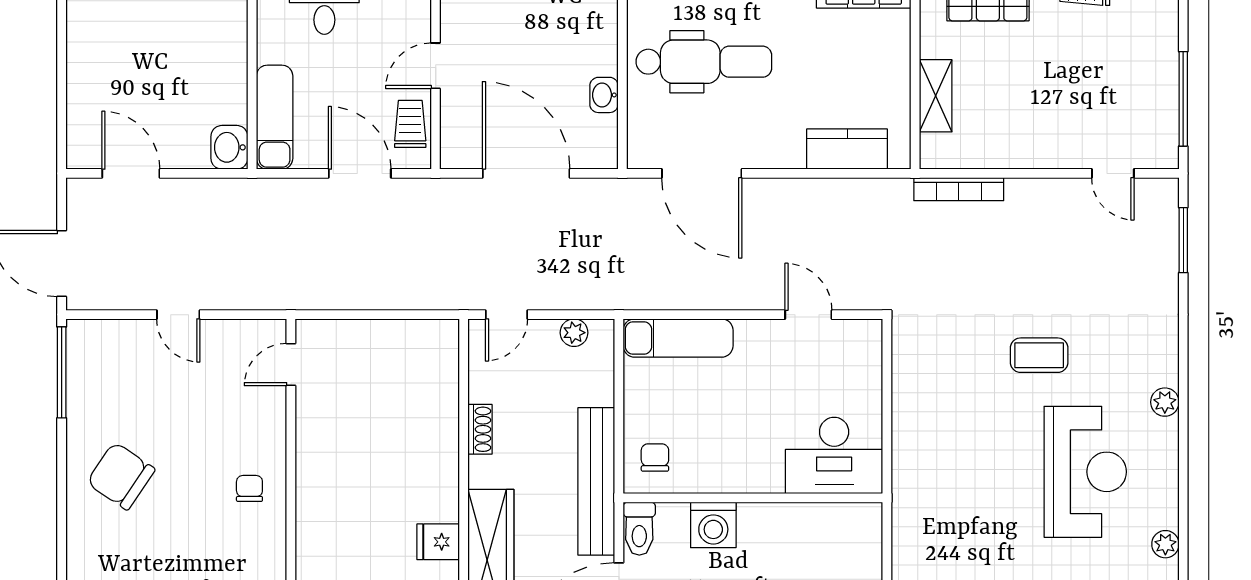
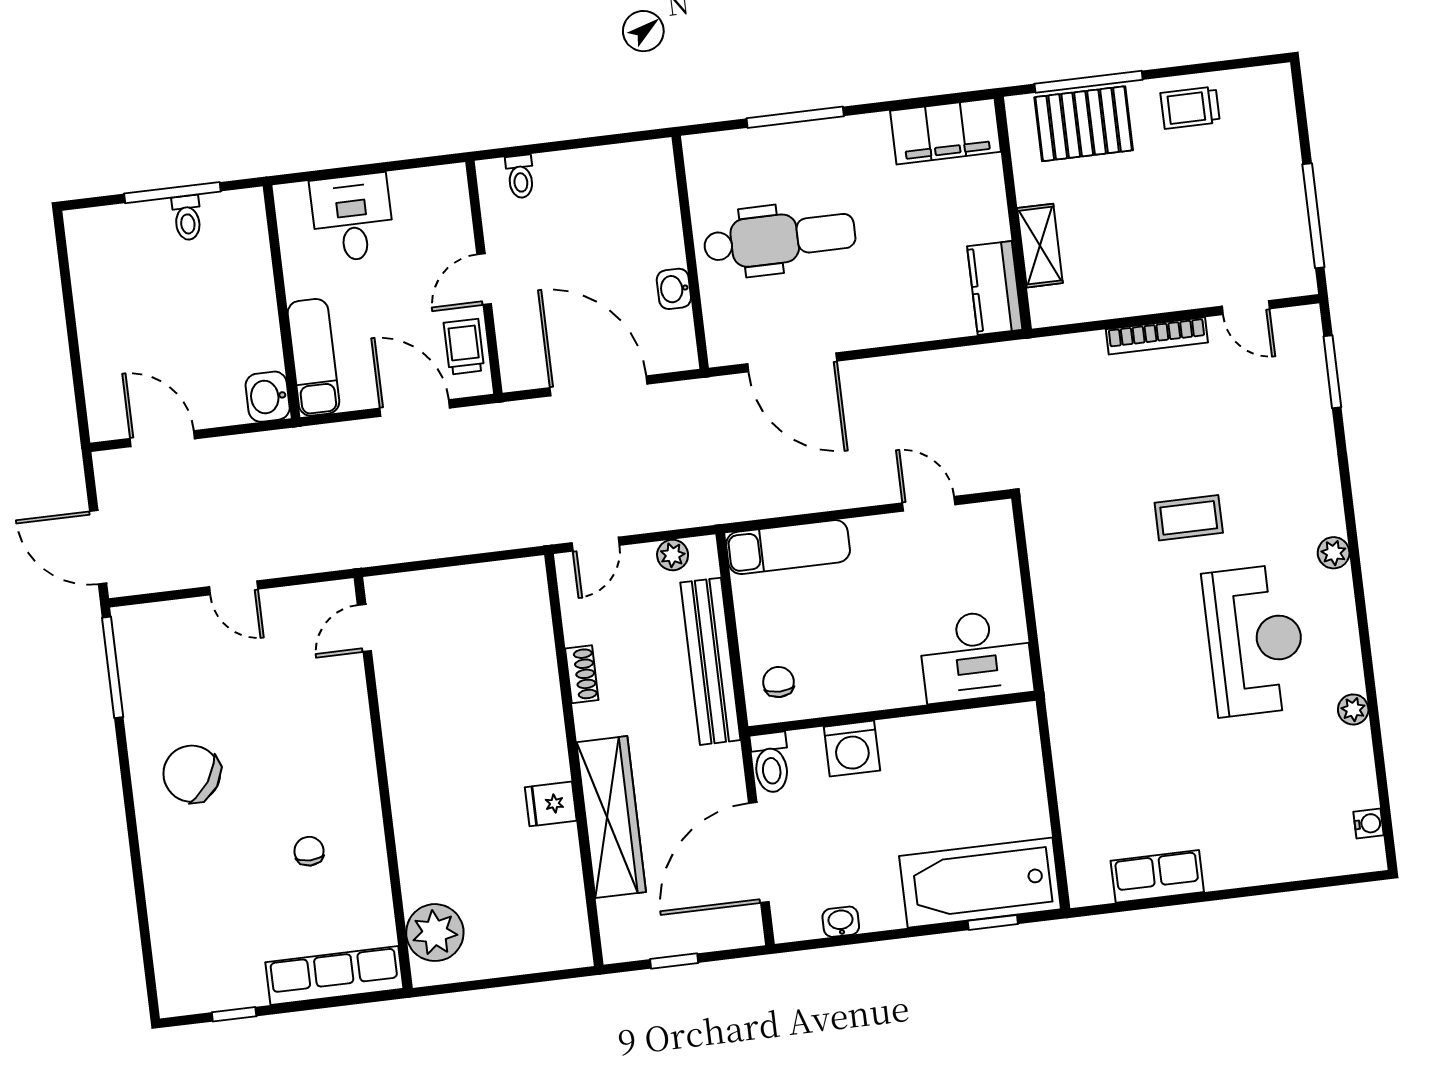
kitchen counter: (847, 149) -> (995, 288), moved, turned -90
bookcase: (959, 189) -> (1157, 336), moved
bench: (596, 481) -> (710, 661), moved
chair: (249, 488) -> (309, 851), moved

